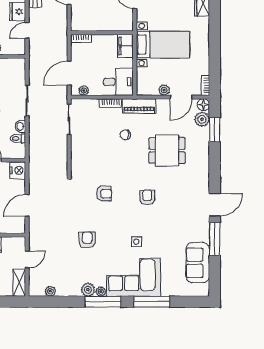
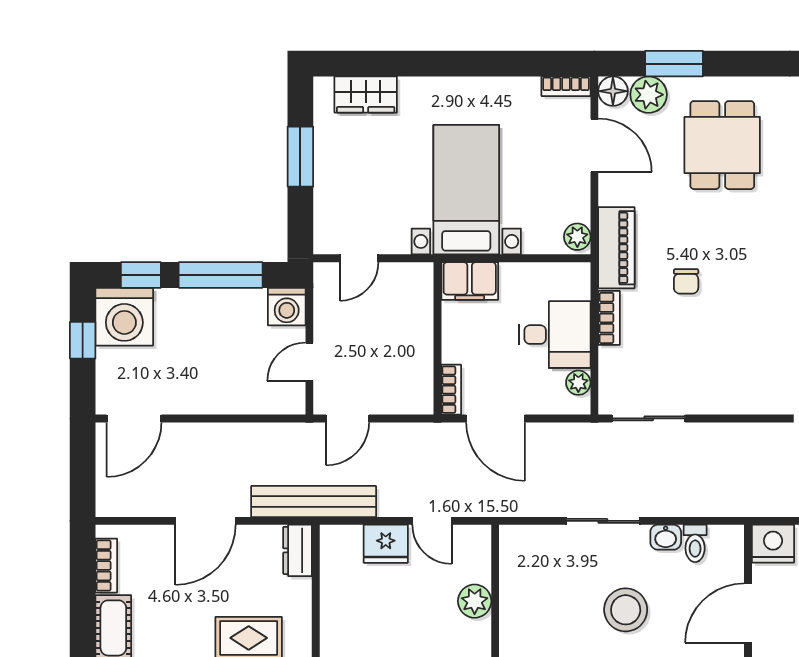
door: (69, 73) -> (496, 418), moved
desk: (118, 82) -> (555, 335), moved, turned 90
plant: (164, 90) -> (577, 237), moved
dining table: (167, 150) -> (722, 145), moved

